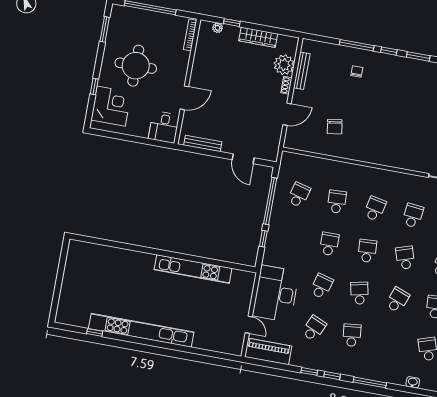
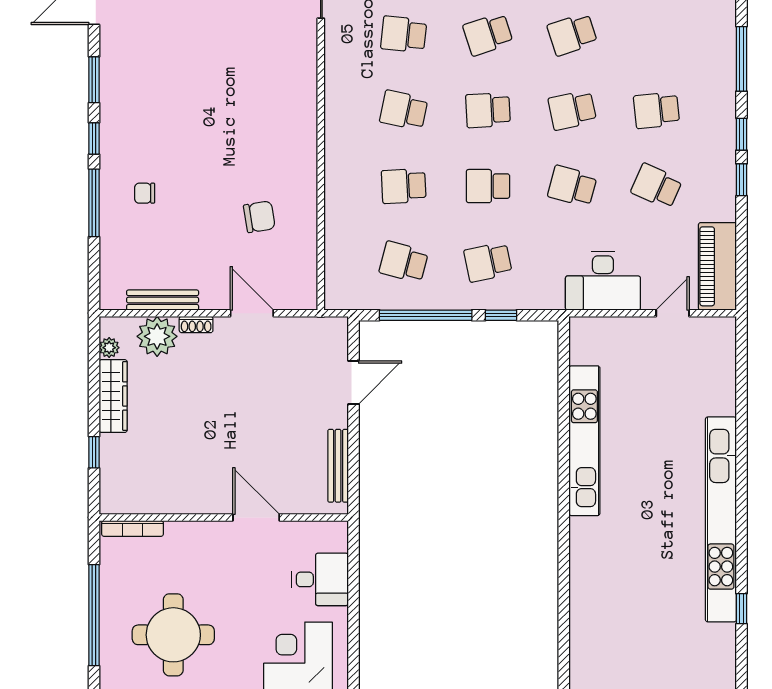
plant: (218, 28) -> (109, 348), moved
round table: (136, 66) -> (173, 635), moved
desk: (164, 127) -> (320, 579), moved
school desk: (291, 237) -> (488, 262), added
desk: (276, 294) -> (603, 281), width x0.73, depth x0.77
school desk: (397, 300) -> (572, 34), turned -39

